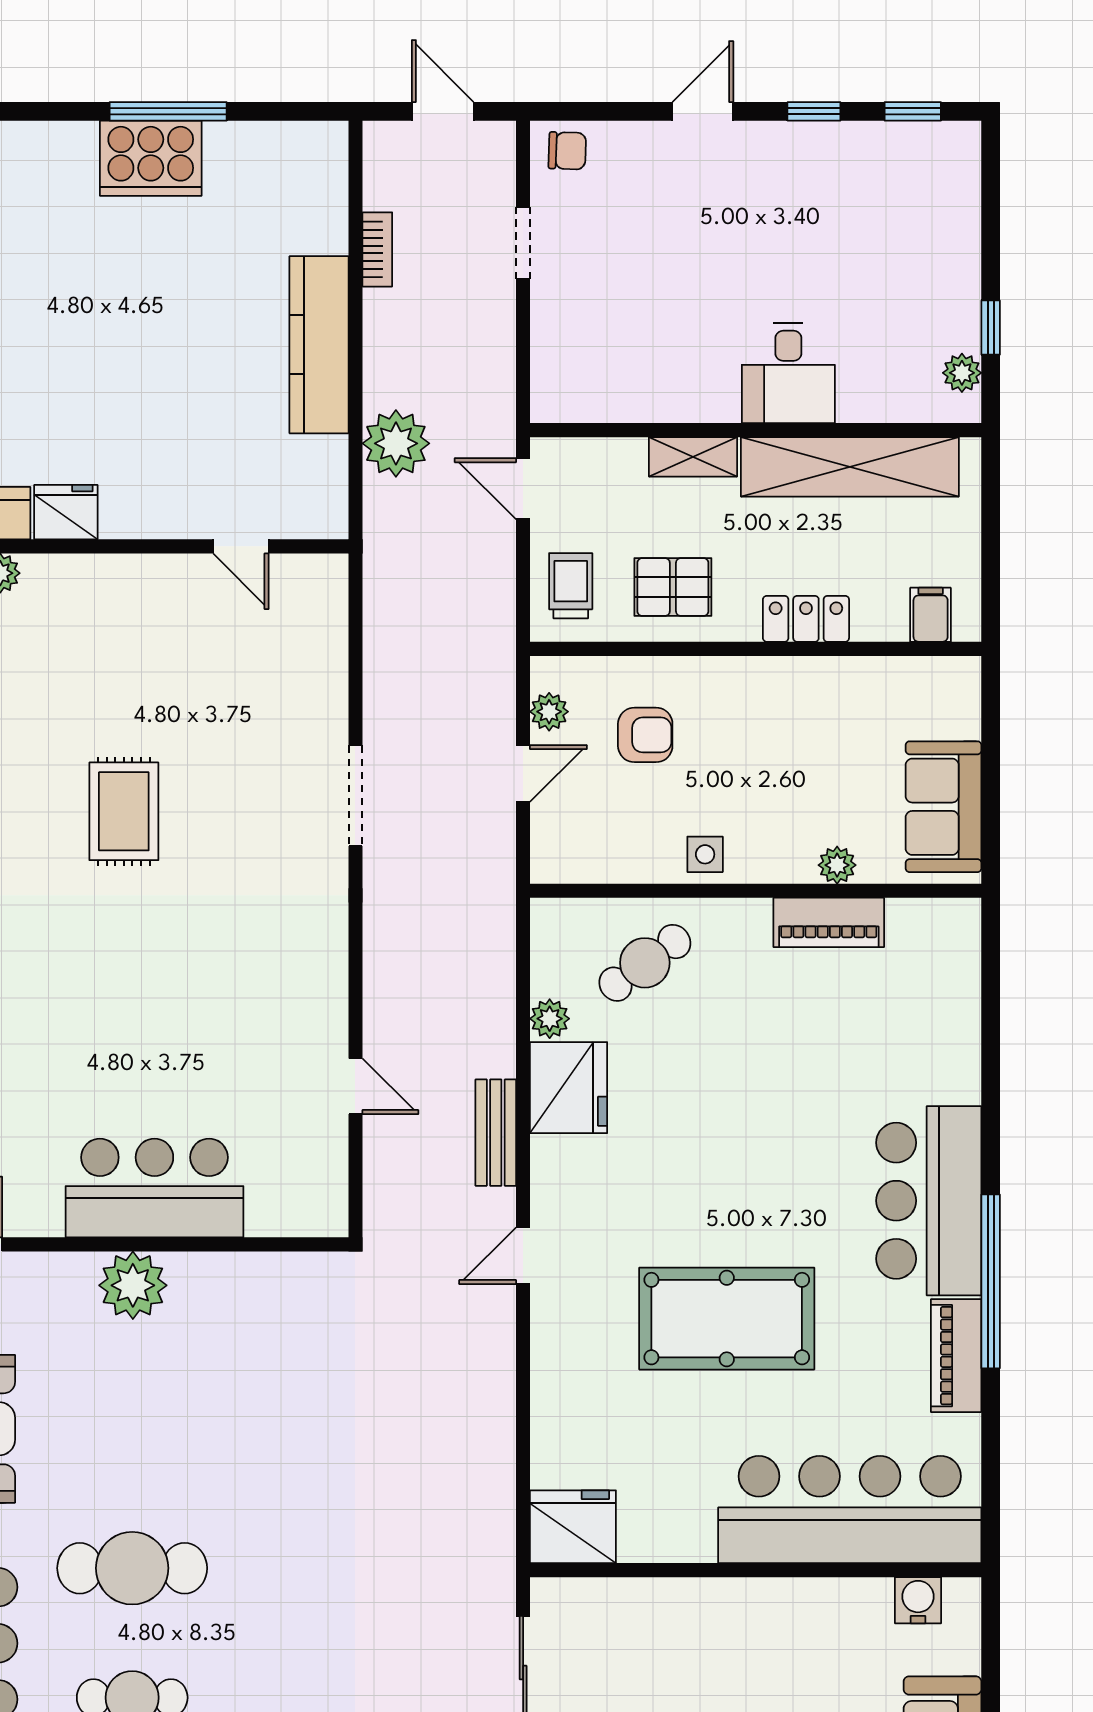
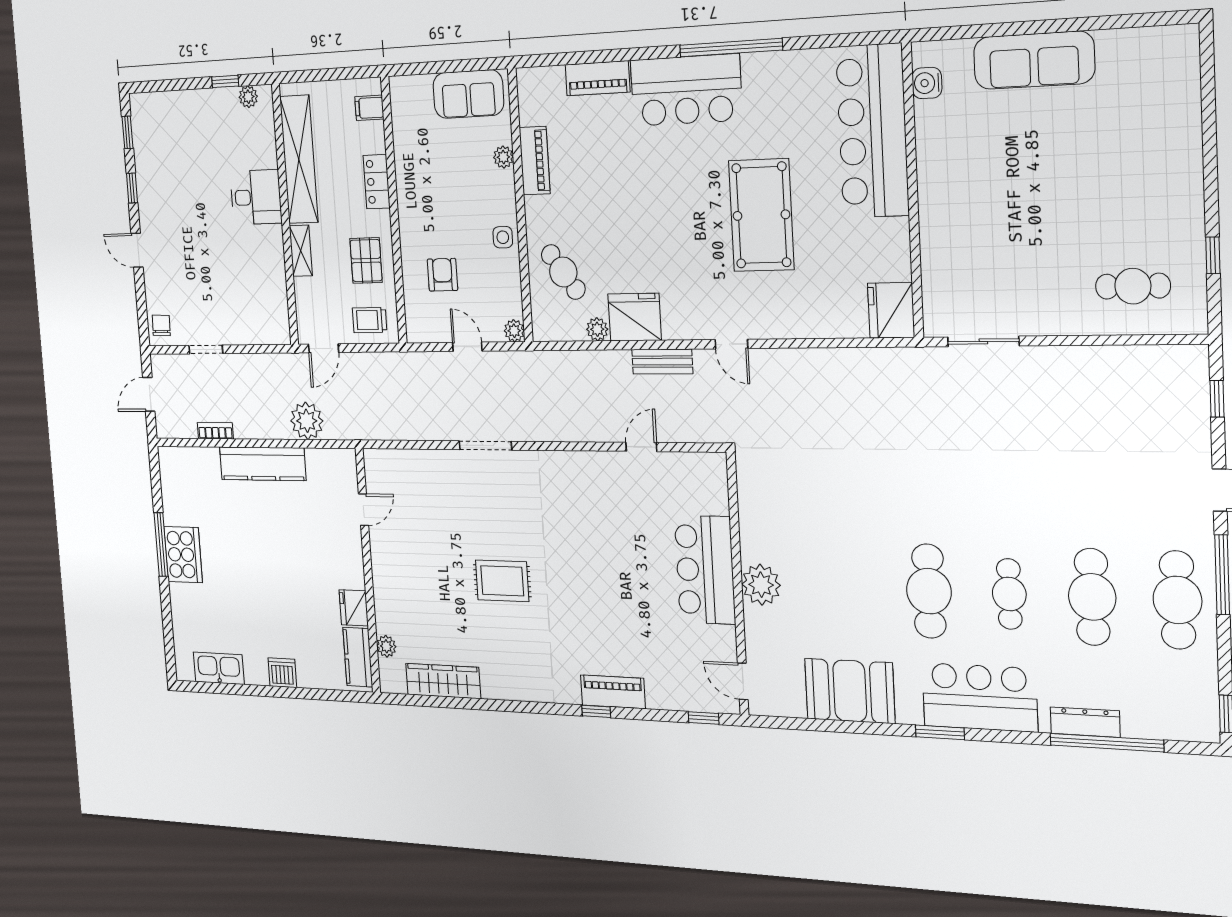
plant: (549, 712) -> (514, 331), moved
piano: (956, 1356) -> (597, 78), moved

